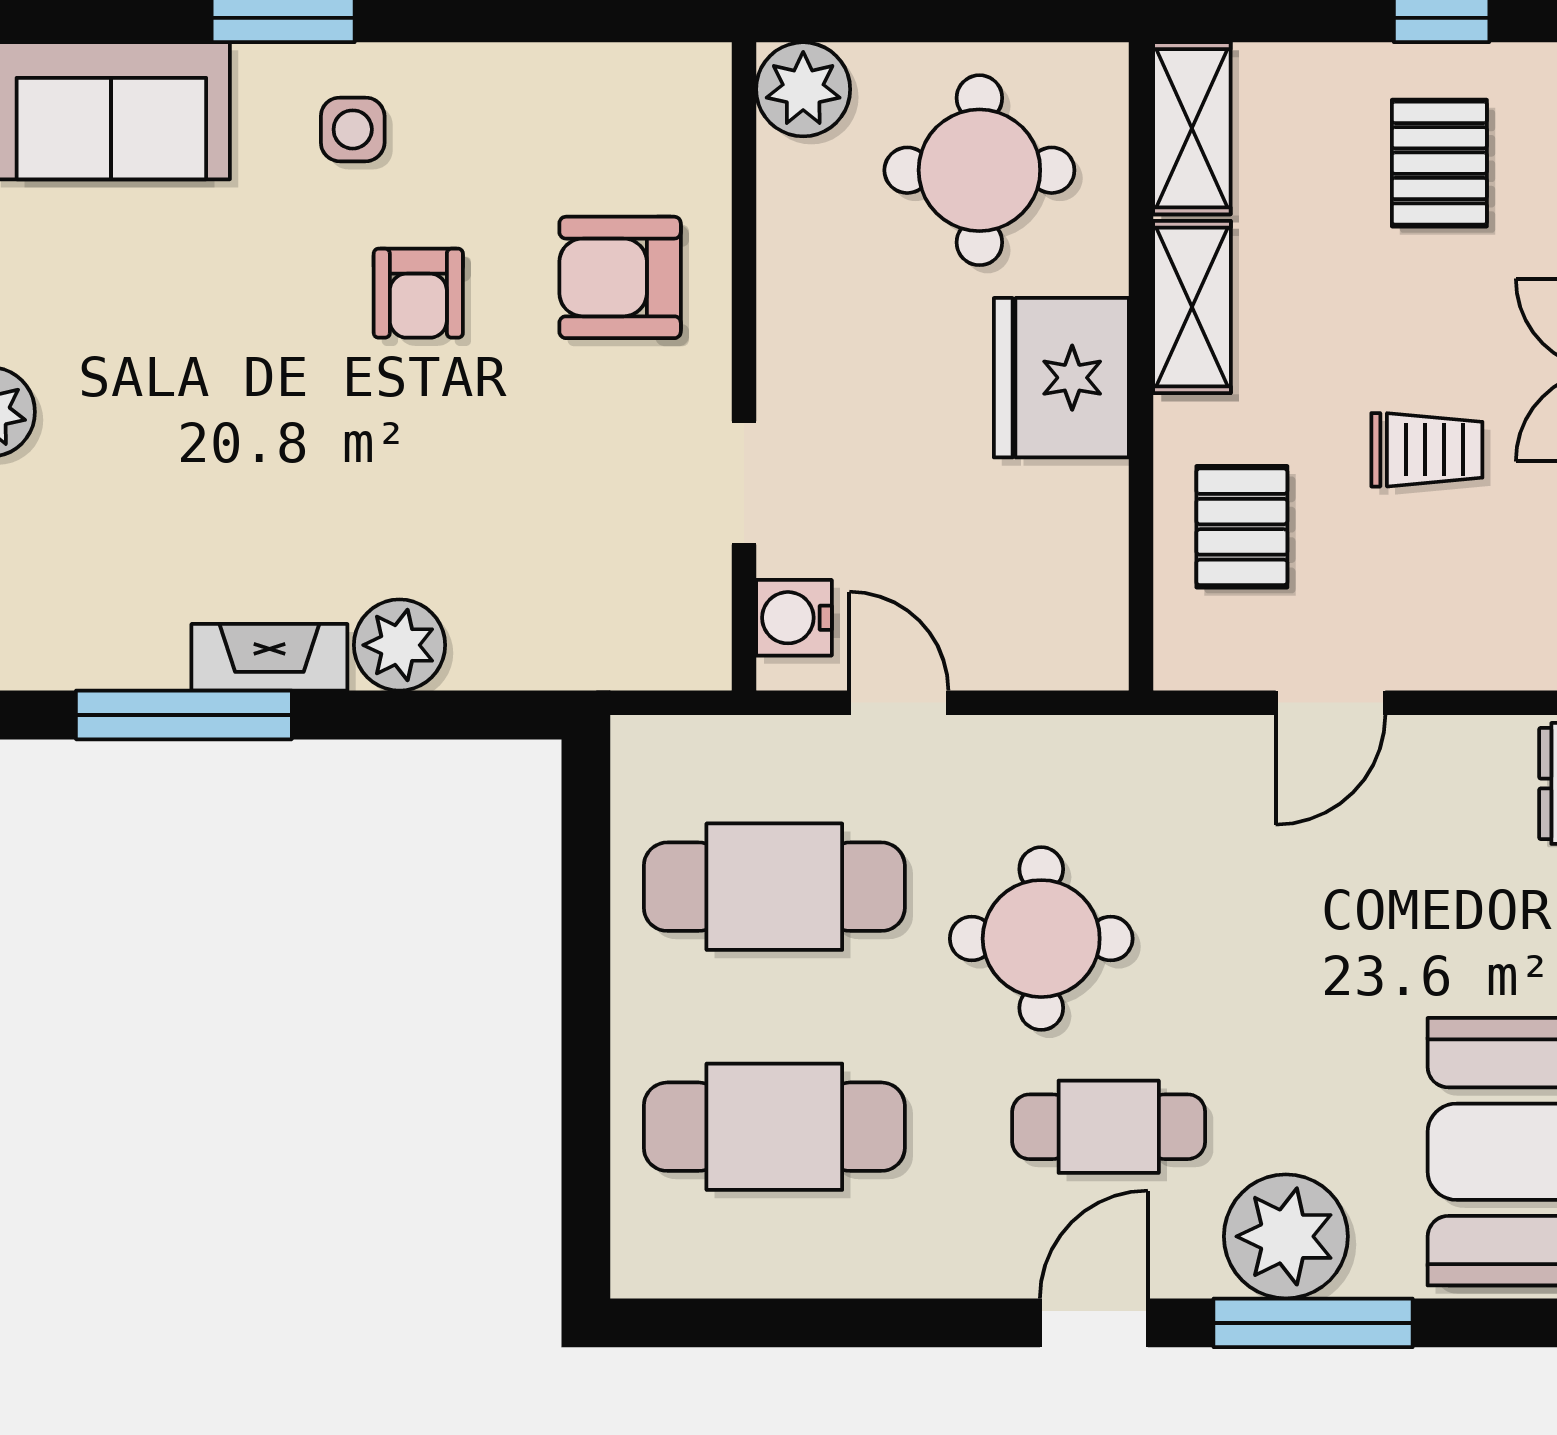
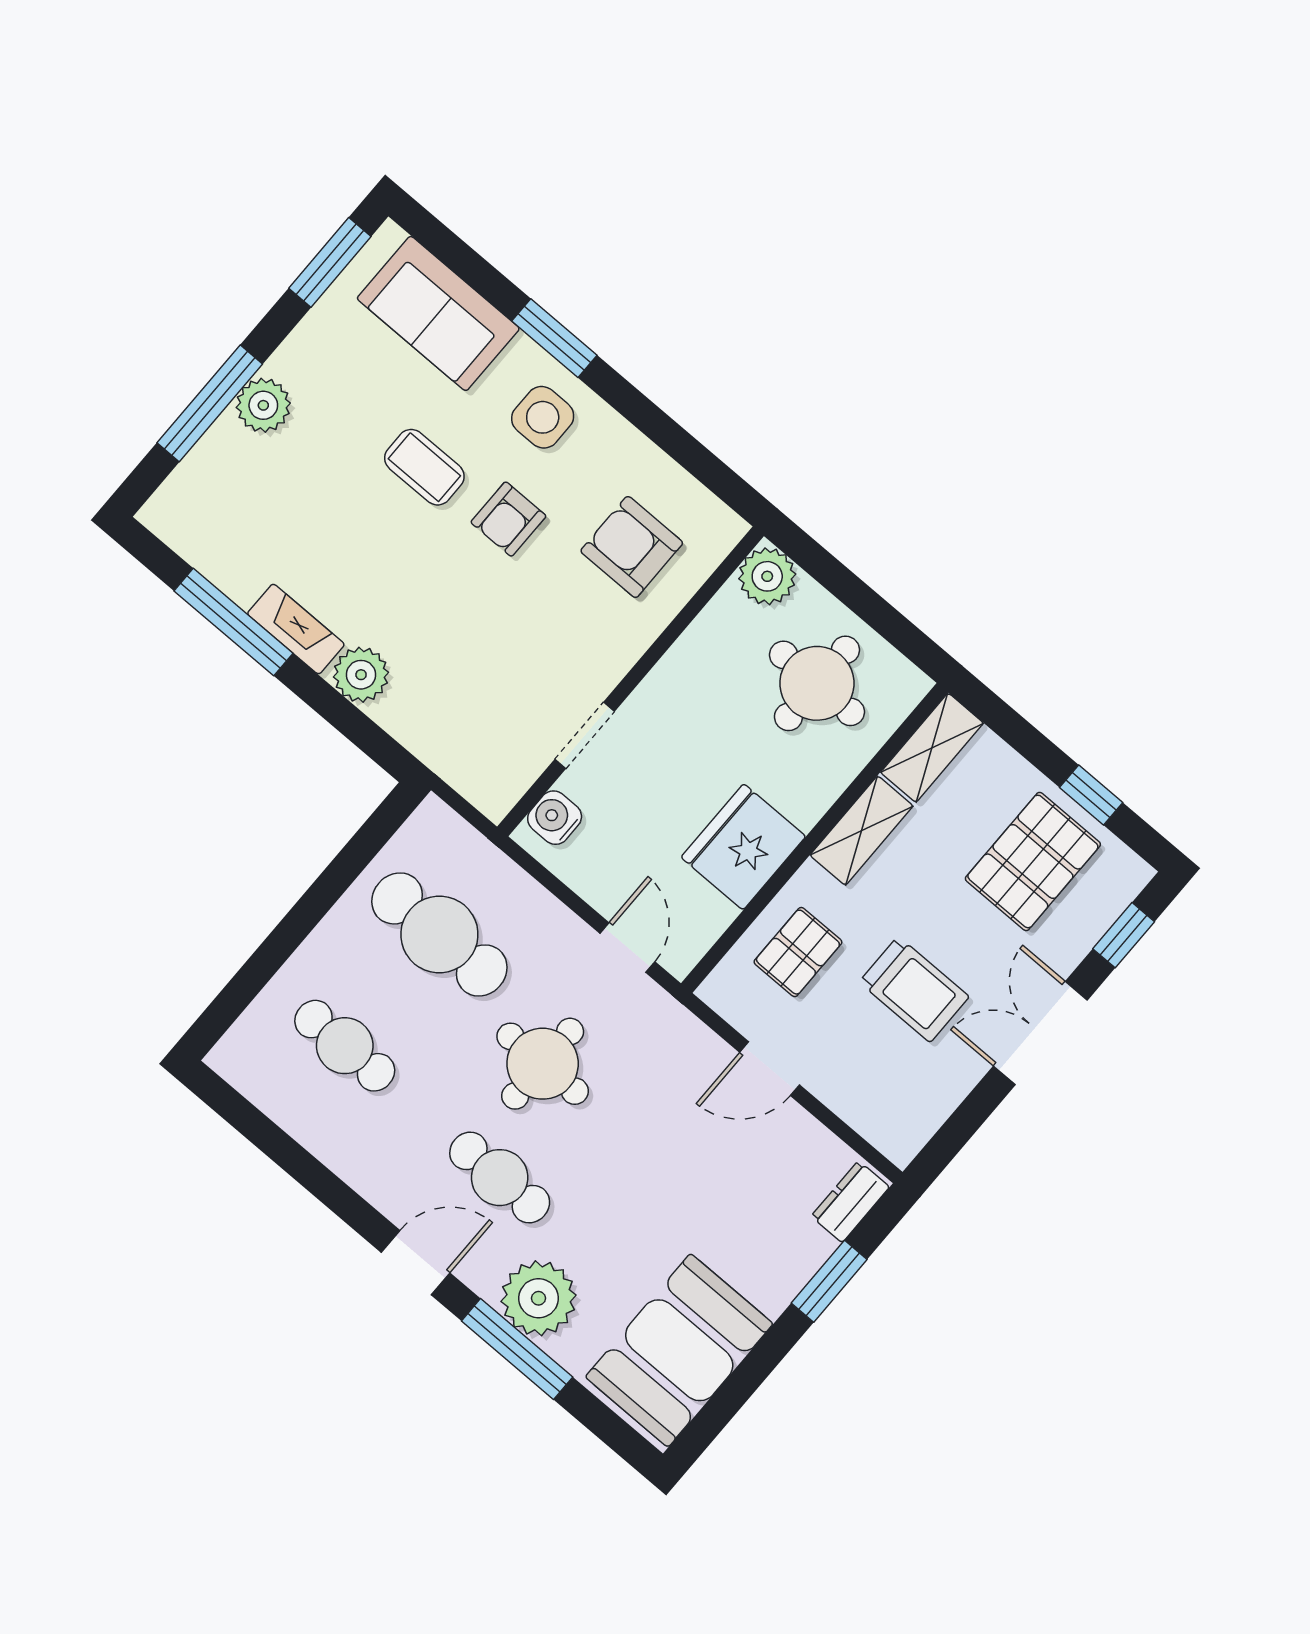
side table: (353, 129) -> (543, 417), width x1.37, depth x1.37
pallet: (1439, 163) -> (1033, 861), width x1.50, depth x1.42
armchair: (620, 277) -> (632, 547), moved
coffee table: (258, 318) -> (424, 467), added
fridge: (1061, 378) -> (743, 847), moved
trolley: (1427, 450) -> (914, 989), width x1.36, depth x1.39
door: (899, 703) -> (627, 947), moved
cafe table: (774, 1127) -> (345, 1046), width x0.73, depth x0.74

